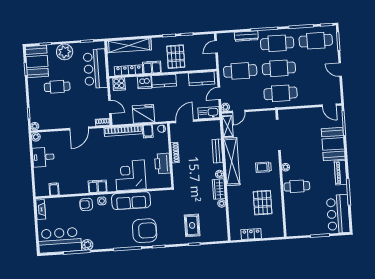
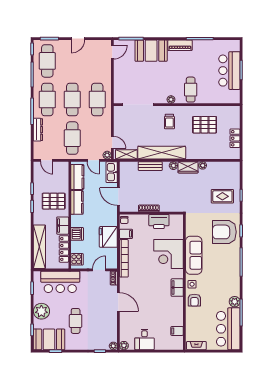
kitchen counter: (164, 81) -> (77, 202), moved
bar counter: (338, 214) -> (229, 71), moved, turned 90
armchair: (145, 231) -> (224, 232), moved, turned -90

